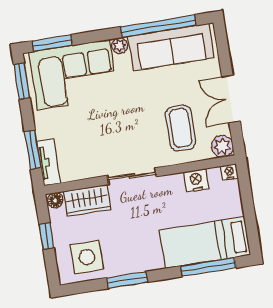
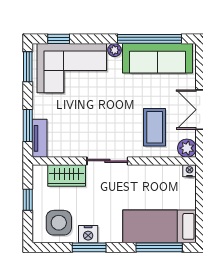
window: (53, 43) -> (59, 39), width x0.67
nightstand: (196, 180) -> (88, 234), moved, turned 180
floor lamp: (55, 200) -> (40, 171), removed

